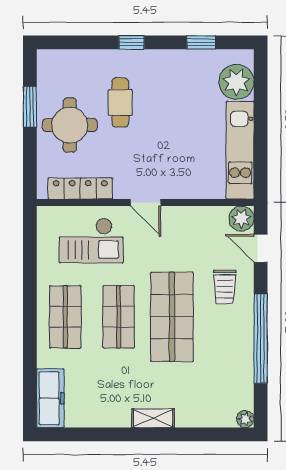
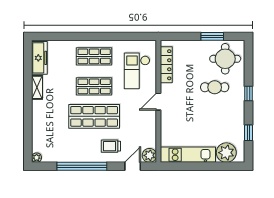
round table: (70, 125) -> (225, 59), moved
freezer: (50, 398) -> (39, 58), moved, turned -90
shelving: (153, 418) -> (37, 87), moved

